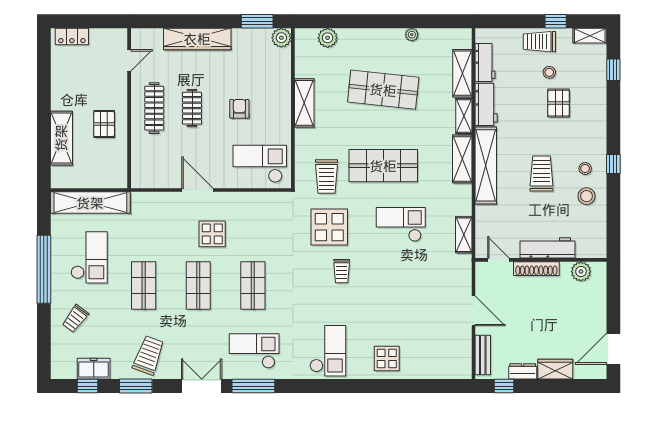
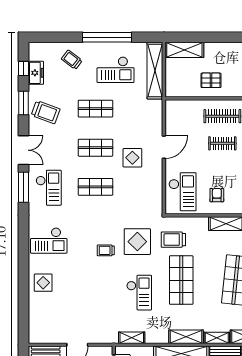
armchair: (239, 109) -> (217, 195), moved, turned -90
shelving: (61, 138) -> (184, 50), moved

